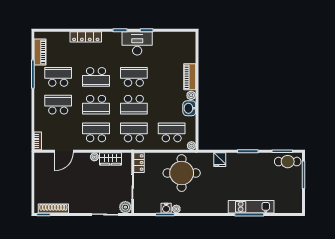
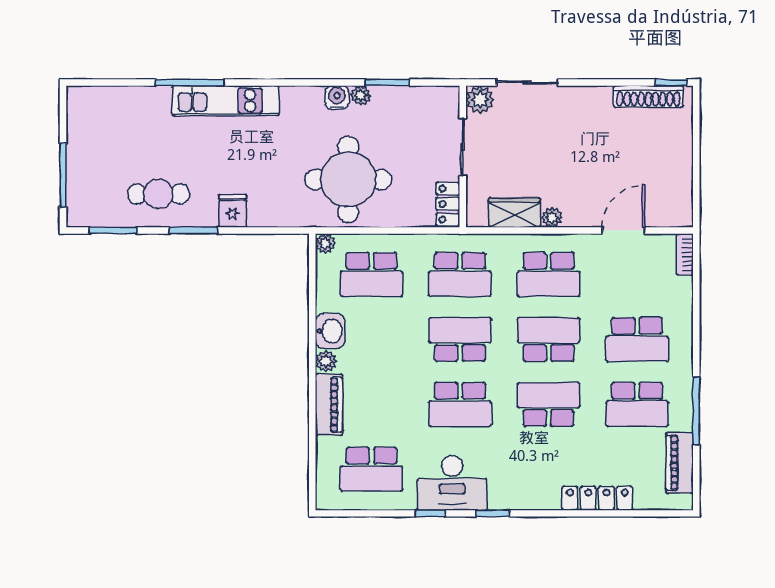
locker: (86, 37) -> (597, 498), moved
school desk: (172, 49) -> (371, 469), added
fridge: (220, 160) -> (233, 211), moved
cafe table: (288, 162) -> (158, 194), moved
kitchen unit: (251, 207) -> (225, 101), moved
water cooler: (166, 208) -> (337, 97), moved

